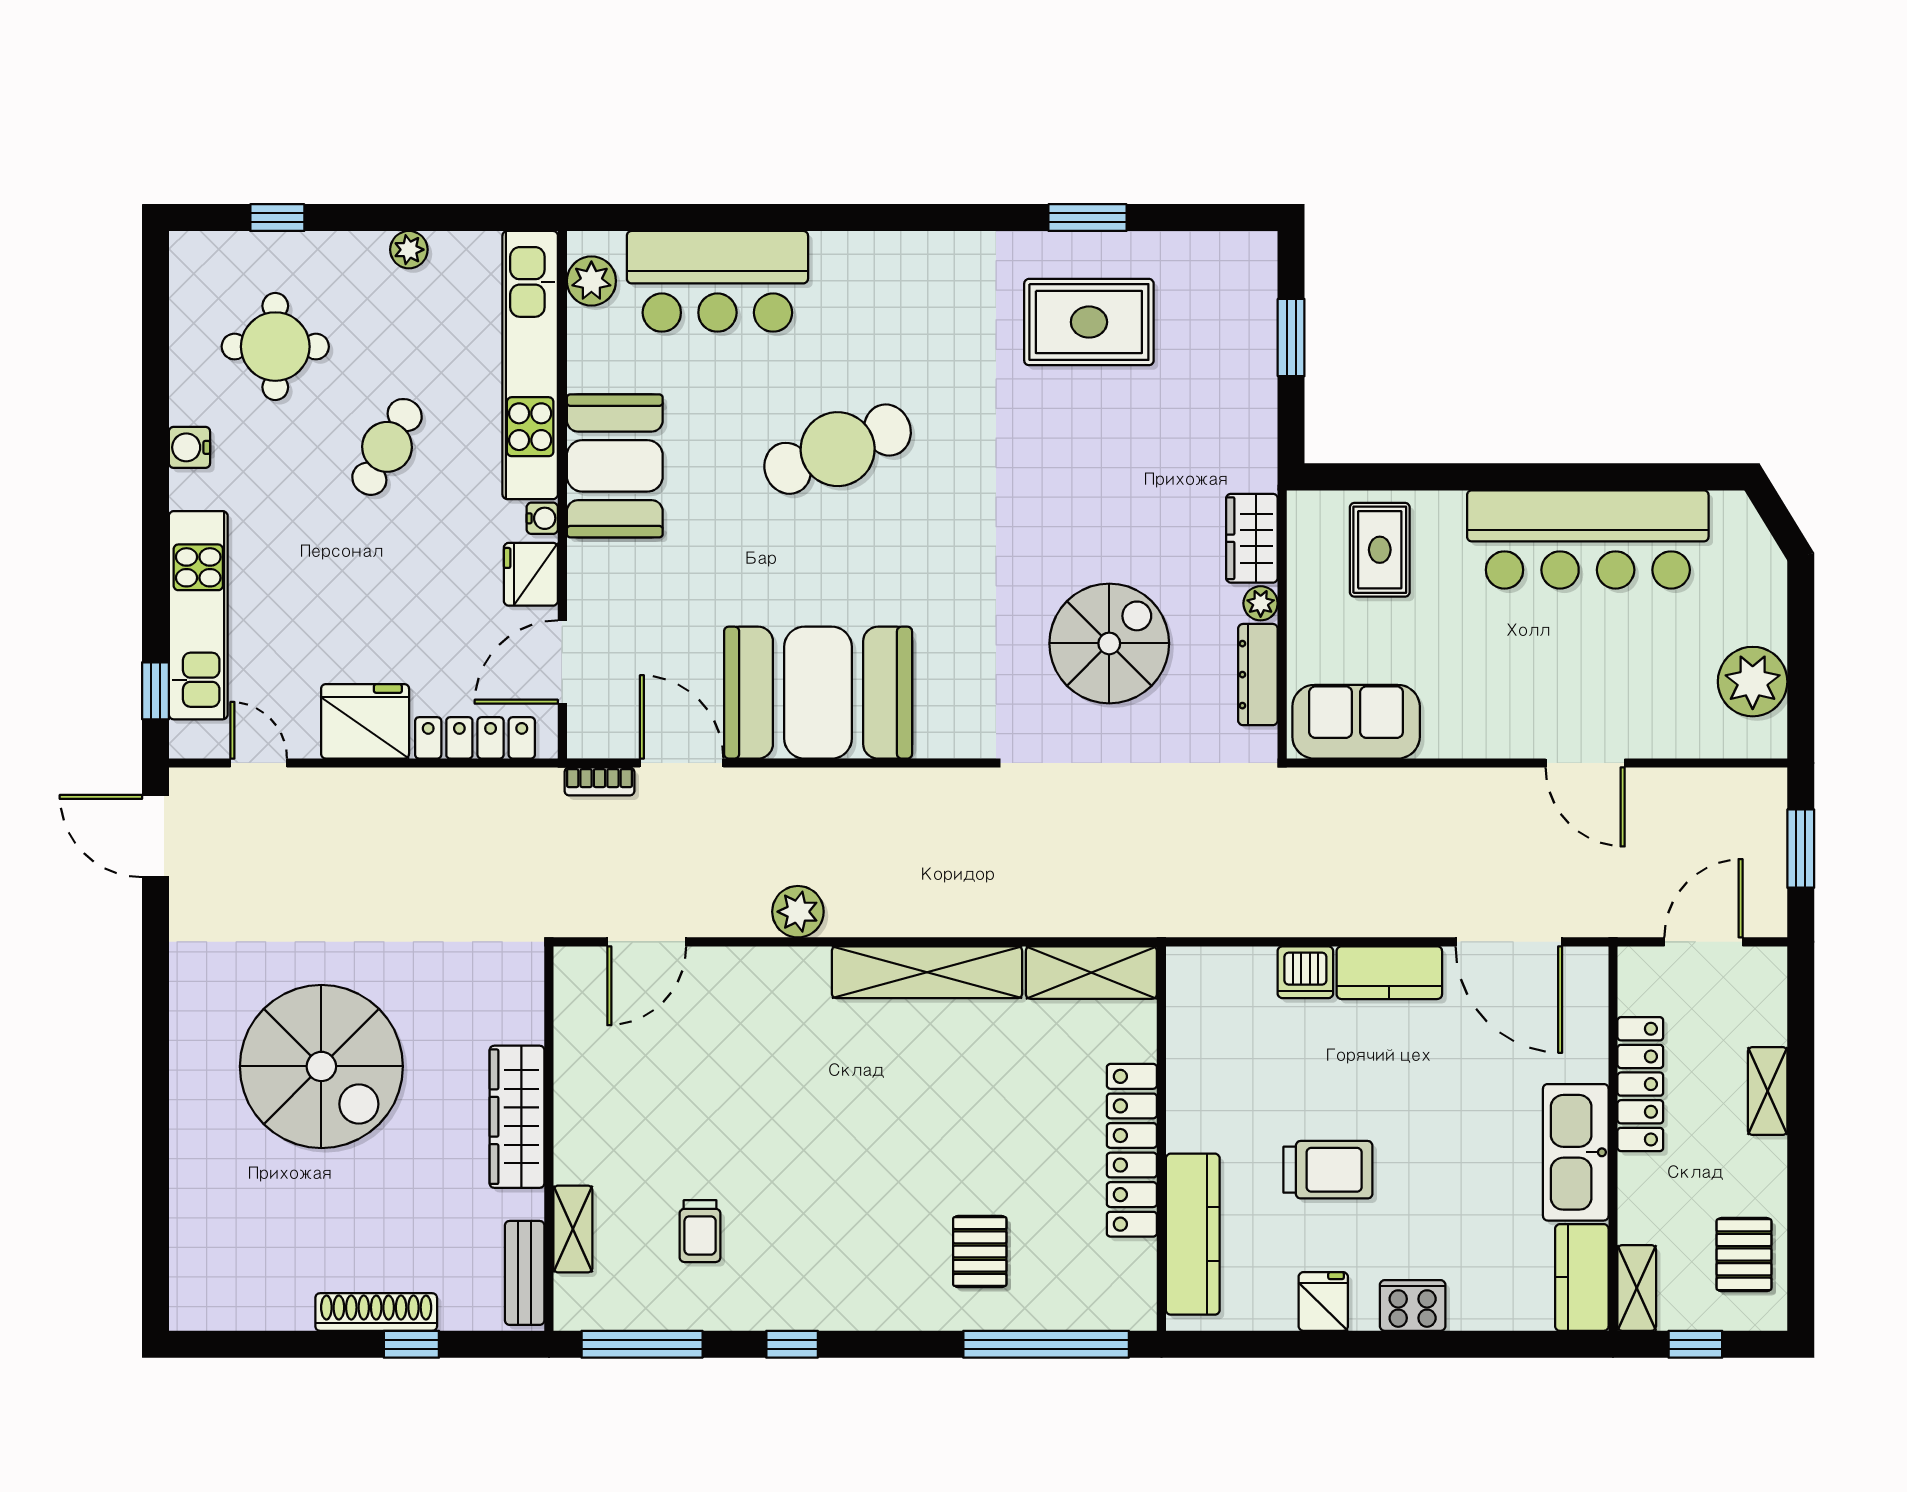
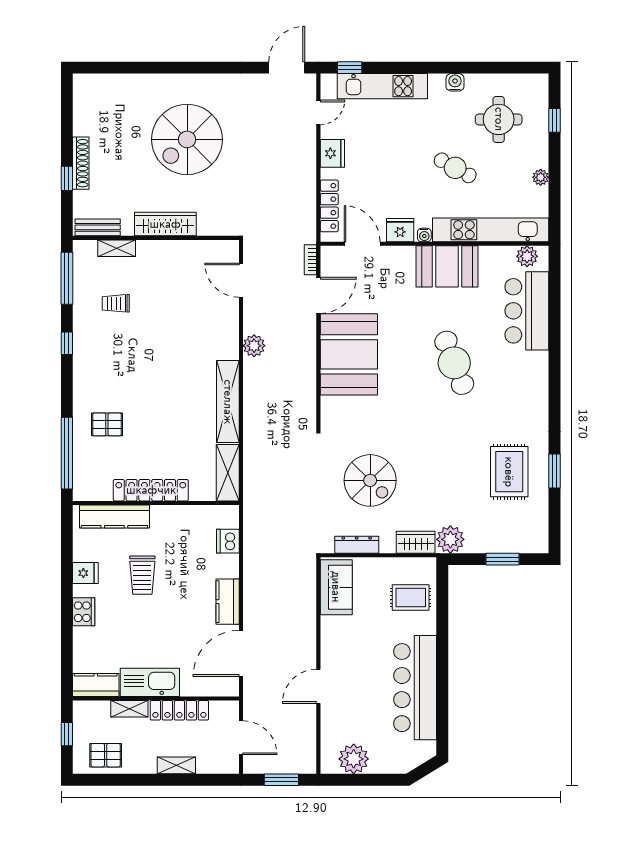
plant: (1261, 603) -> (450, 539), moved, width x1.88, depth x1.88
fridge: (365, 721) -> (332, 153), width x0.73, depth x0.75
dishwasher: (1305, 972) -> (228, 541), moved
shelving: (1637, 1288) -> (129, 709), moved

